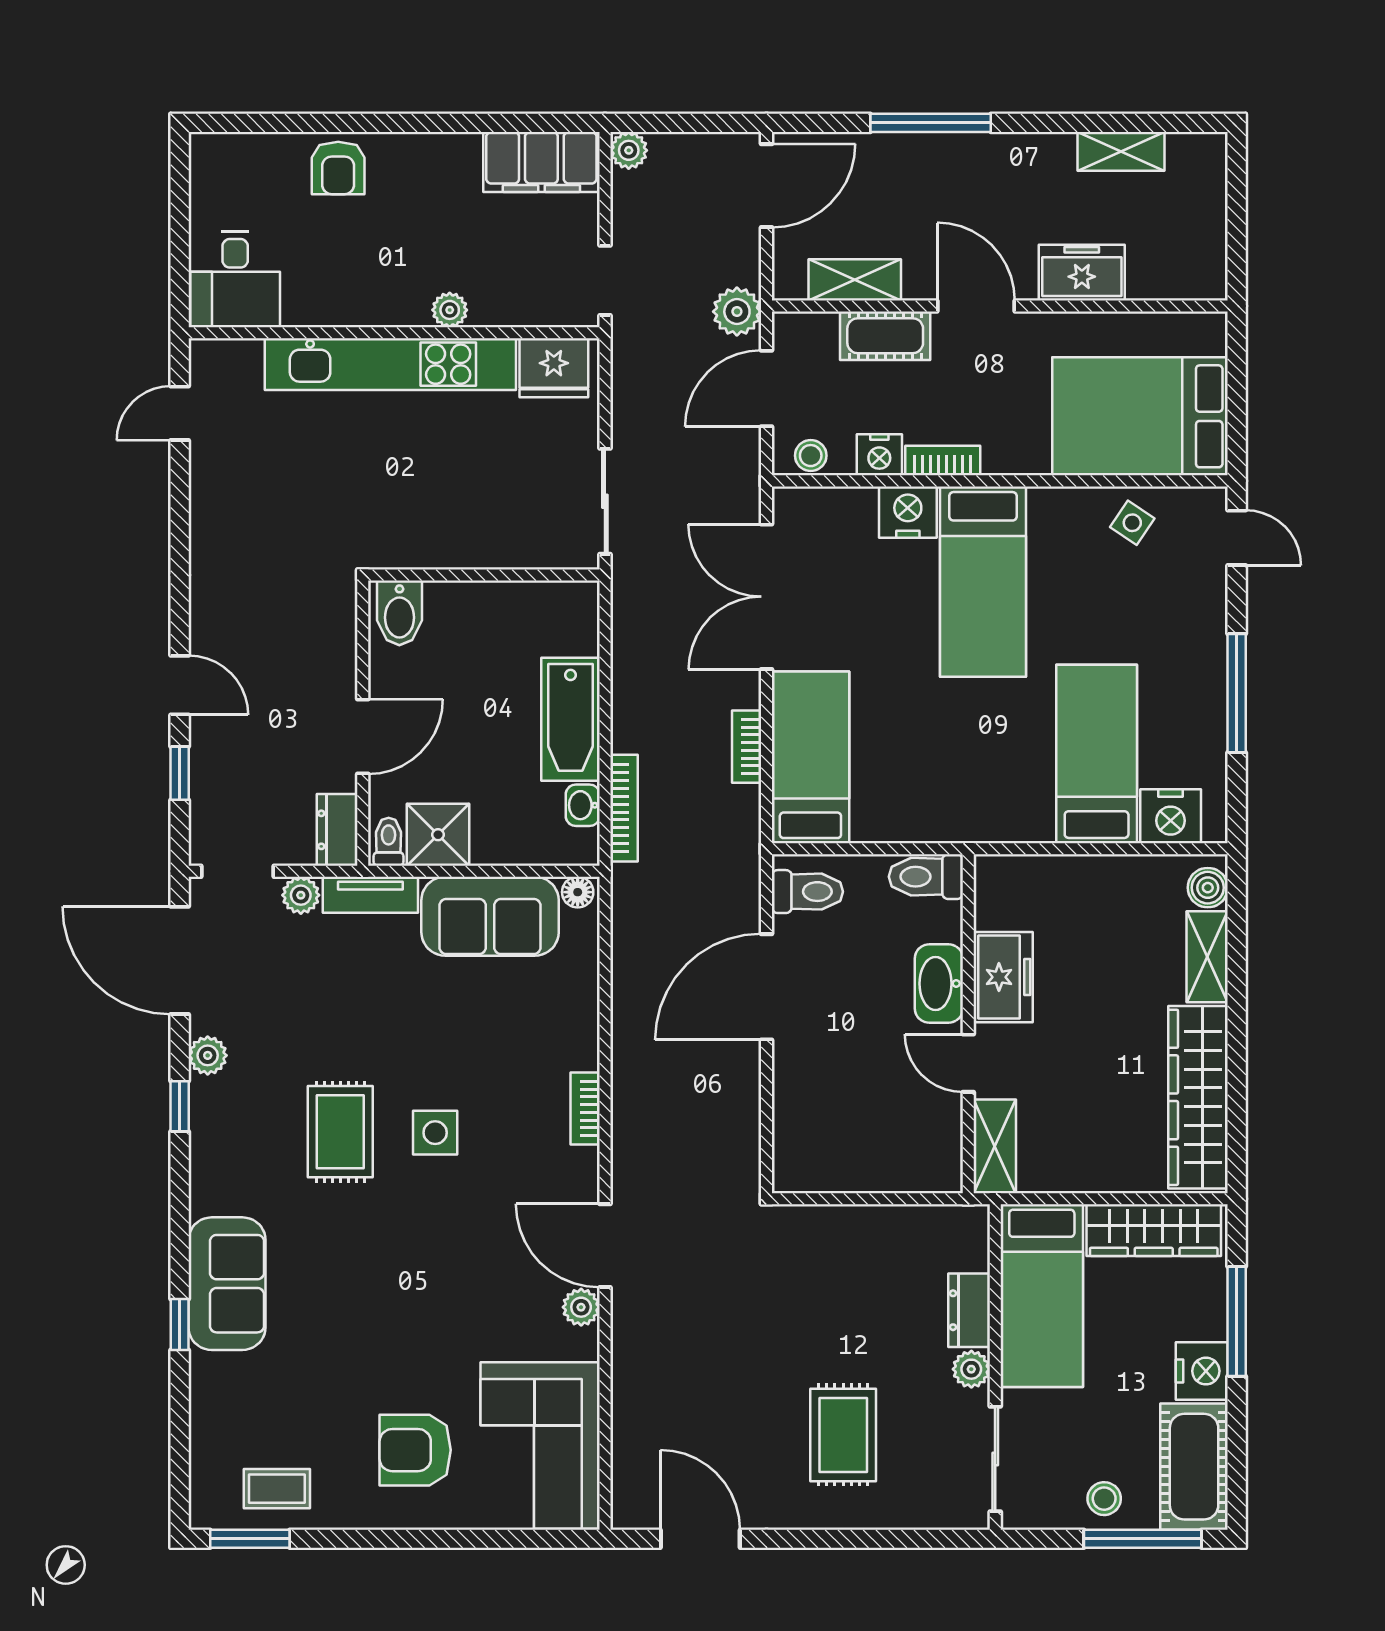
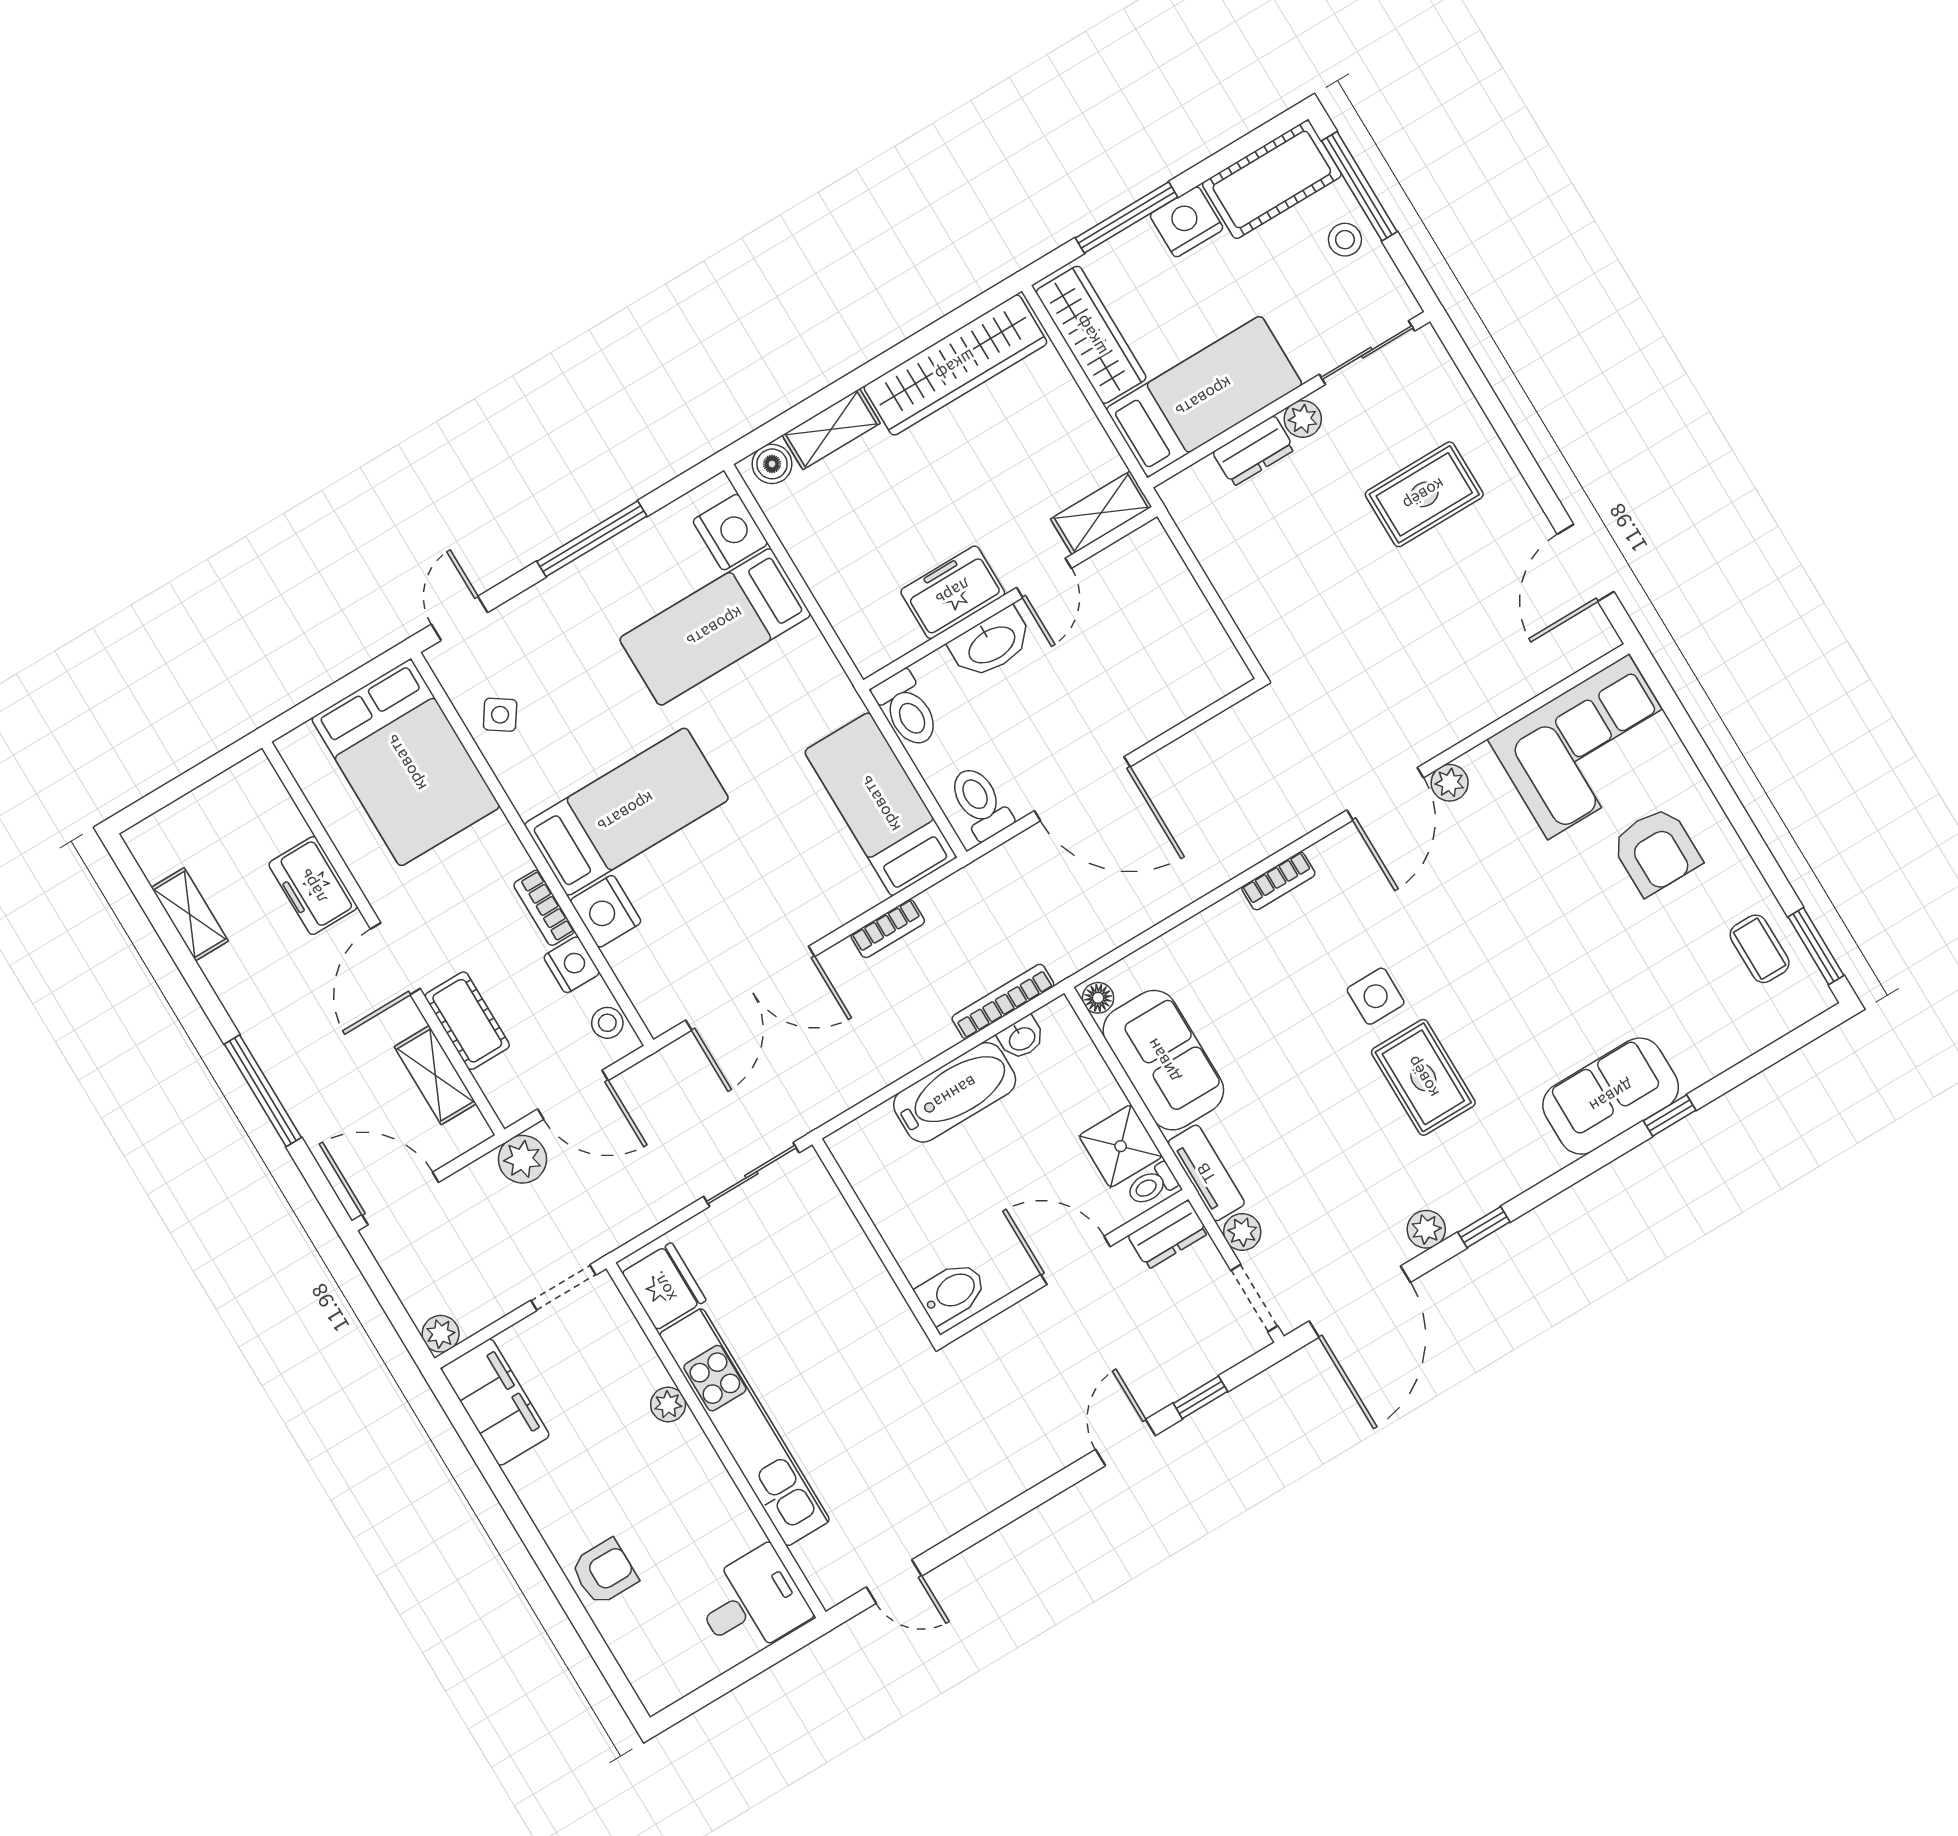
bed: (810, 757) -> (880, 804), moved, turned 90
rug: (340, 1132) -> (1423, 1077), turned 90

